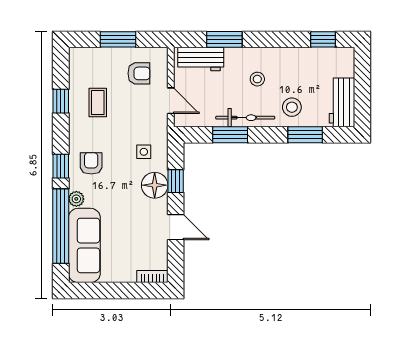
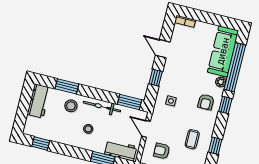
window: (230, 135) -> (130, 102), moved
floor lamp: (155, 185) -> (169, 78), removed

